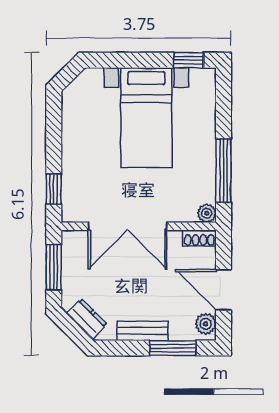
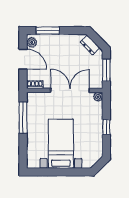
window: (189, 60) -> (40, 172), removed
window: (54, 189) -> (106, 127), moved
plant: (207, 213) -> (98, 97), moved
bench: (143, 331) -> (63, 39), removed

